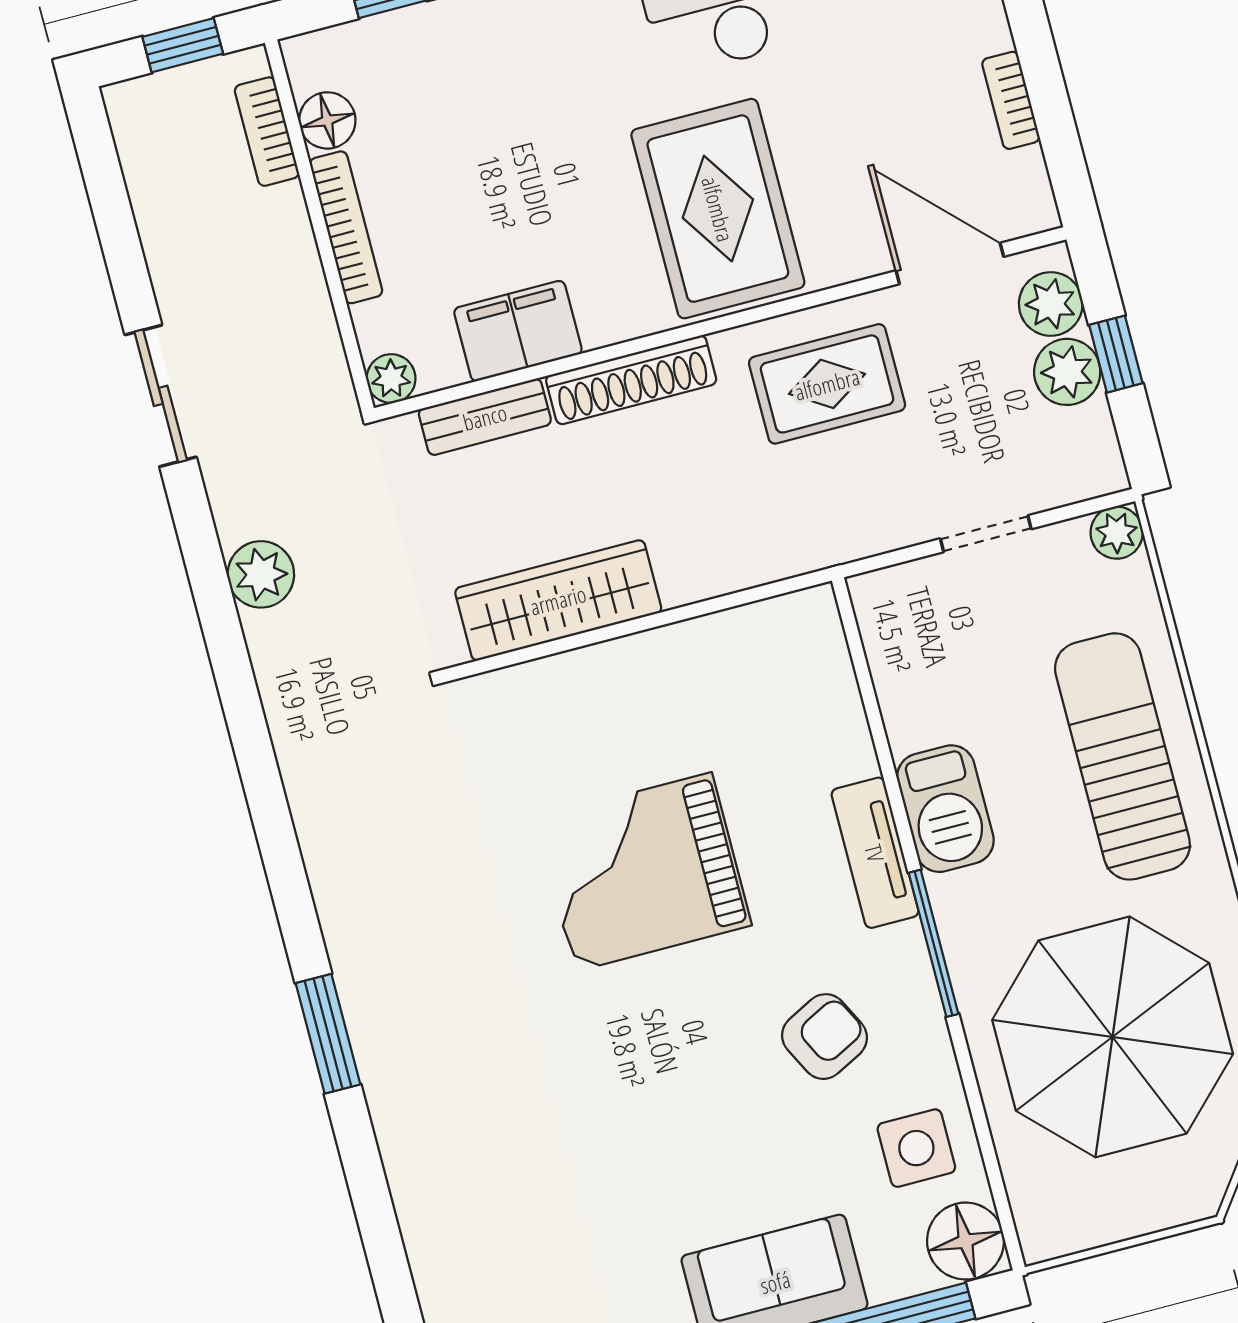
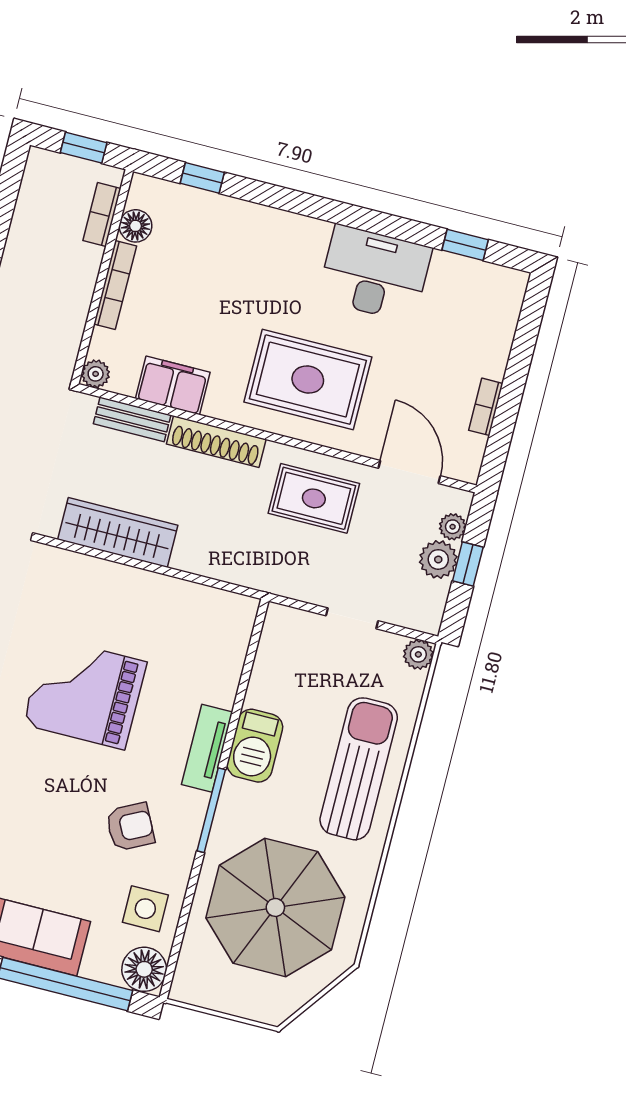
rug: (718, 209) -> (308, 380), turned 90
plant: (1051, 304) -> (453, 527), width x0.73, depth x0.73

